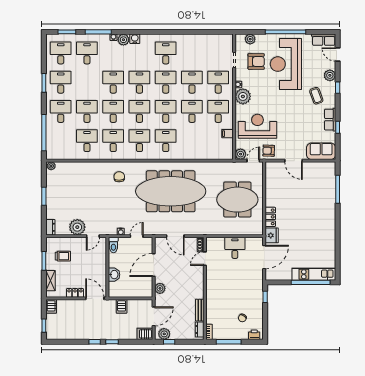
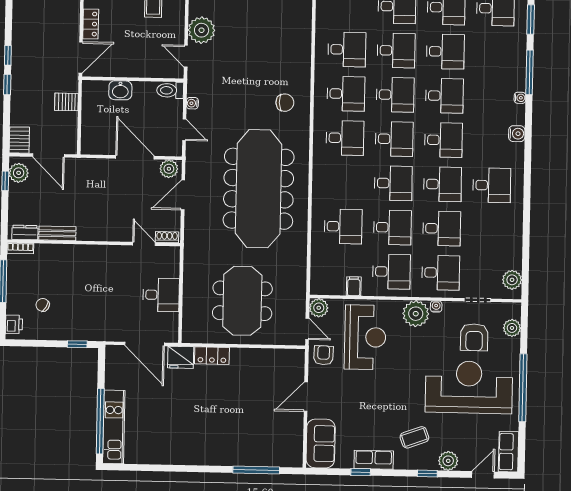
plant: (123, 40) -> (512, 280), moved
desk: (87, 53) -> (445, 52), moved
desk: (166, 141) -> (343, 226), moved
plant: (160, 288) -> (169, 169), moved

